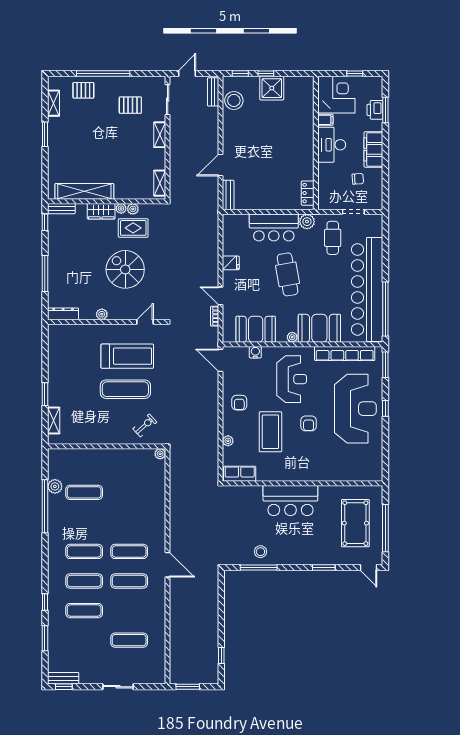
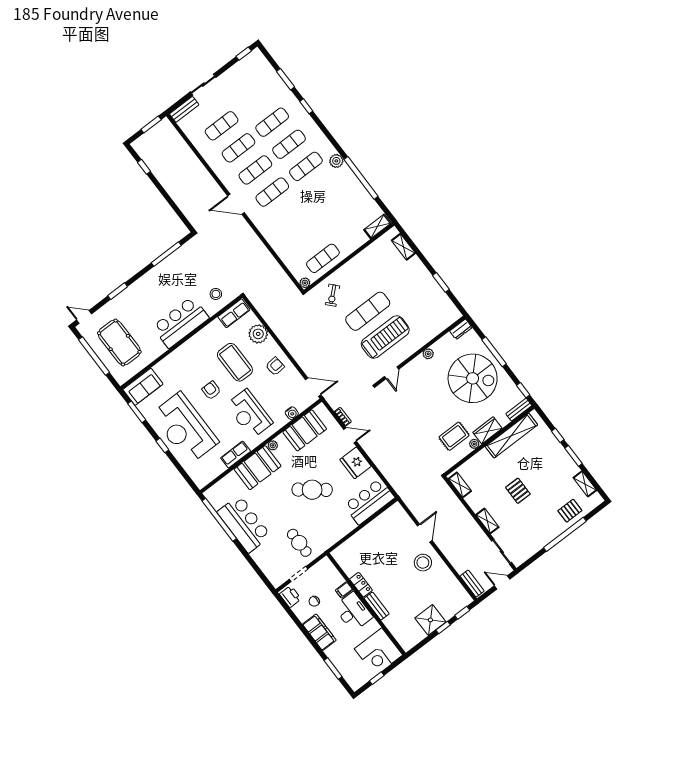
door: (187, 74) -> (502, 582), swing flipped
stool: (234, 100) -> (423, 563), moved
pallet: (130, 105) -> (518, 491), moved, turned 90
printer: (375, 110) -> (290, 597), moved
filing cabinet: (325, 120) -> (344, 590), moved
window: (45, 162) -> (558, 435), added
locker: (308, 193) -> (361, 585), moved
bench: (228, 195) -> (377, 606), moved
plant: (133, 209) -> (465, 450), removed
plant: (307, 222) -> (328, 540), removed
bar counter: (274, 227) -> (369, 502), moved
fridge: (231, 263) -> (355, 463), width x1.88, depth x1.34
spiral stairs: (125, 269) -> (473, 378), moved, width x1.37, depth x1.37
cafe table: (288, 274) -> (312, 490), turned -42
bar counter: (367, 289) -> (244, 524), width x0.54
dresser: (63, 314) -> (461, 329), width x0.70
row of seats: (345, 353) -> (236, 455), width x0.50
treadmill: (127, 356) -> (385, 337), turned 180
window: (385, 365) -> (137, 412), moved
window: (45, 394) -> (441, 282), moved
armchair: (239, 403) -> (275, 366), turned 85
plant: (228, 441) -> (258, 334), width x1.88, depth x1.88
shelving: (62, 455) -> (377, 226), added
sofa: (364, 471) -> (143, 387), added
plant: (55, 486) -> (336, 161), moved
exercise mat: (84, 492) -> (323, 258), moved
stool: (260, 552) -> (216, 294), moved
exercise mat: (129, 611) -> (238, 148), added
bench: (63, 678) -> (184, 109), moved

